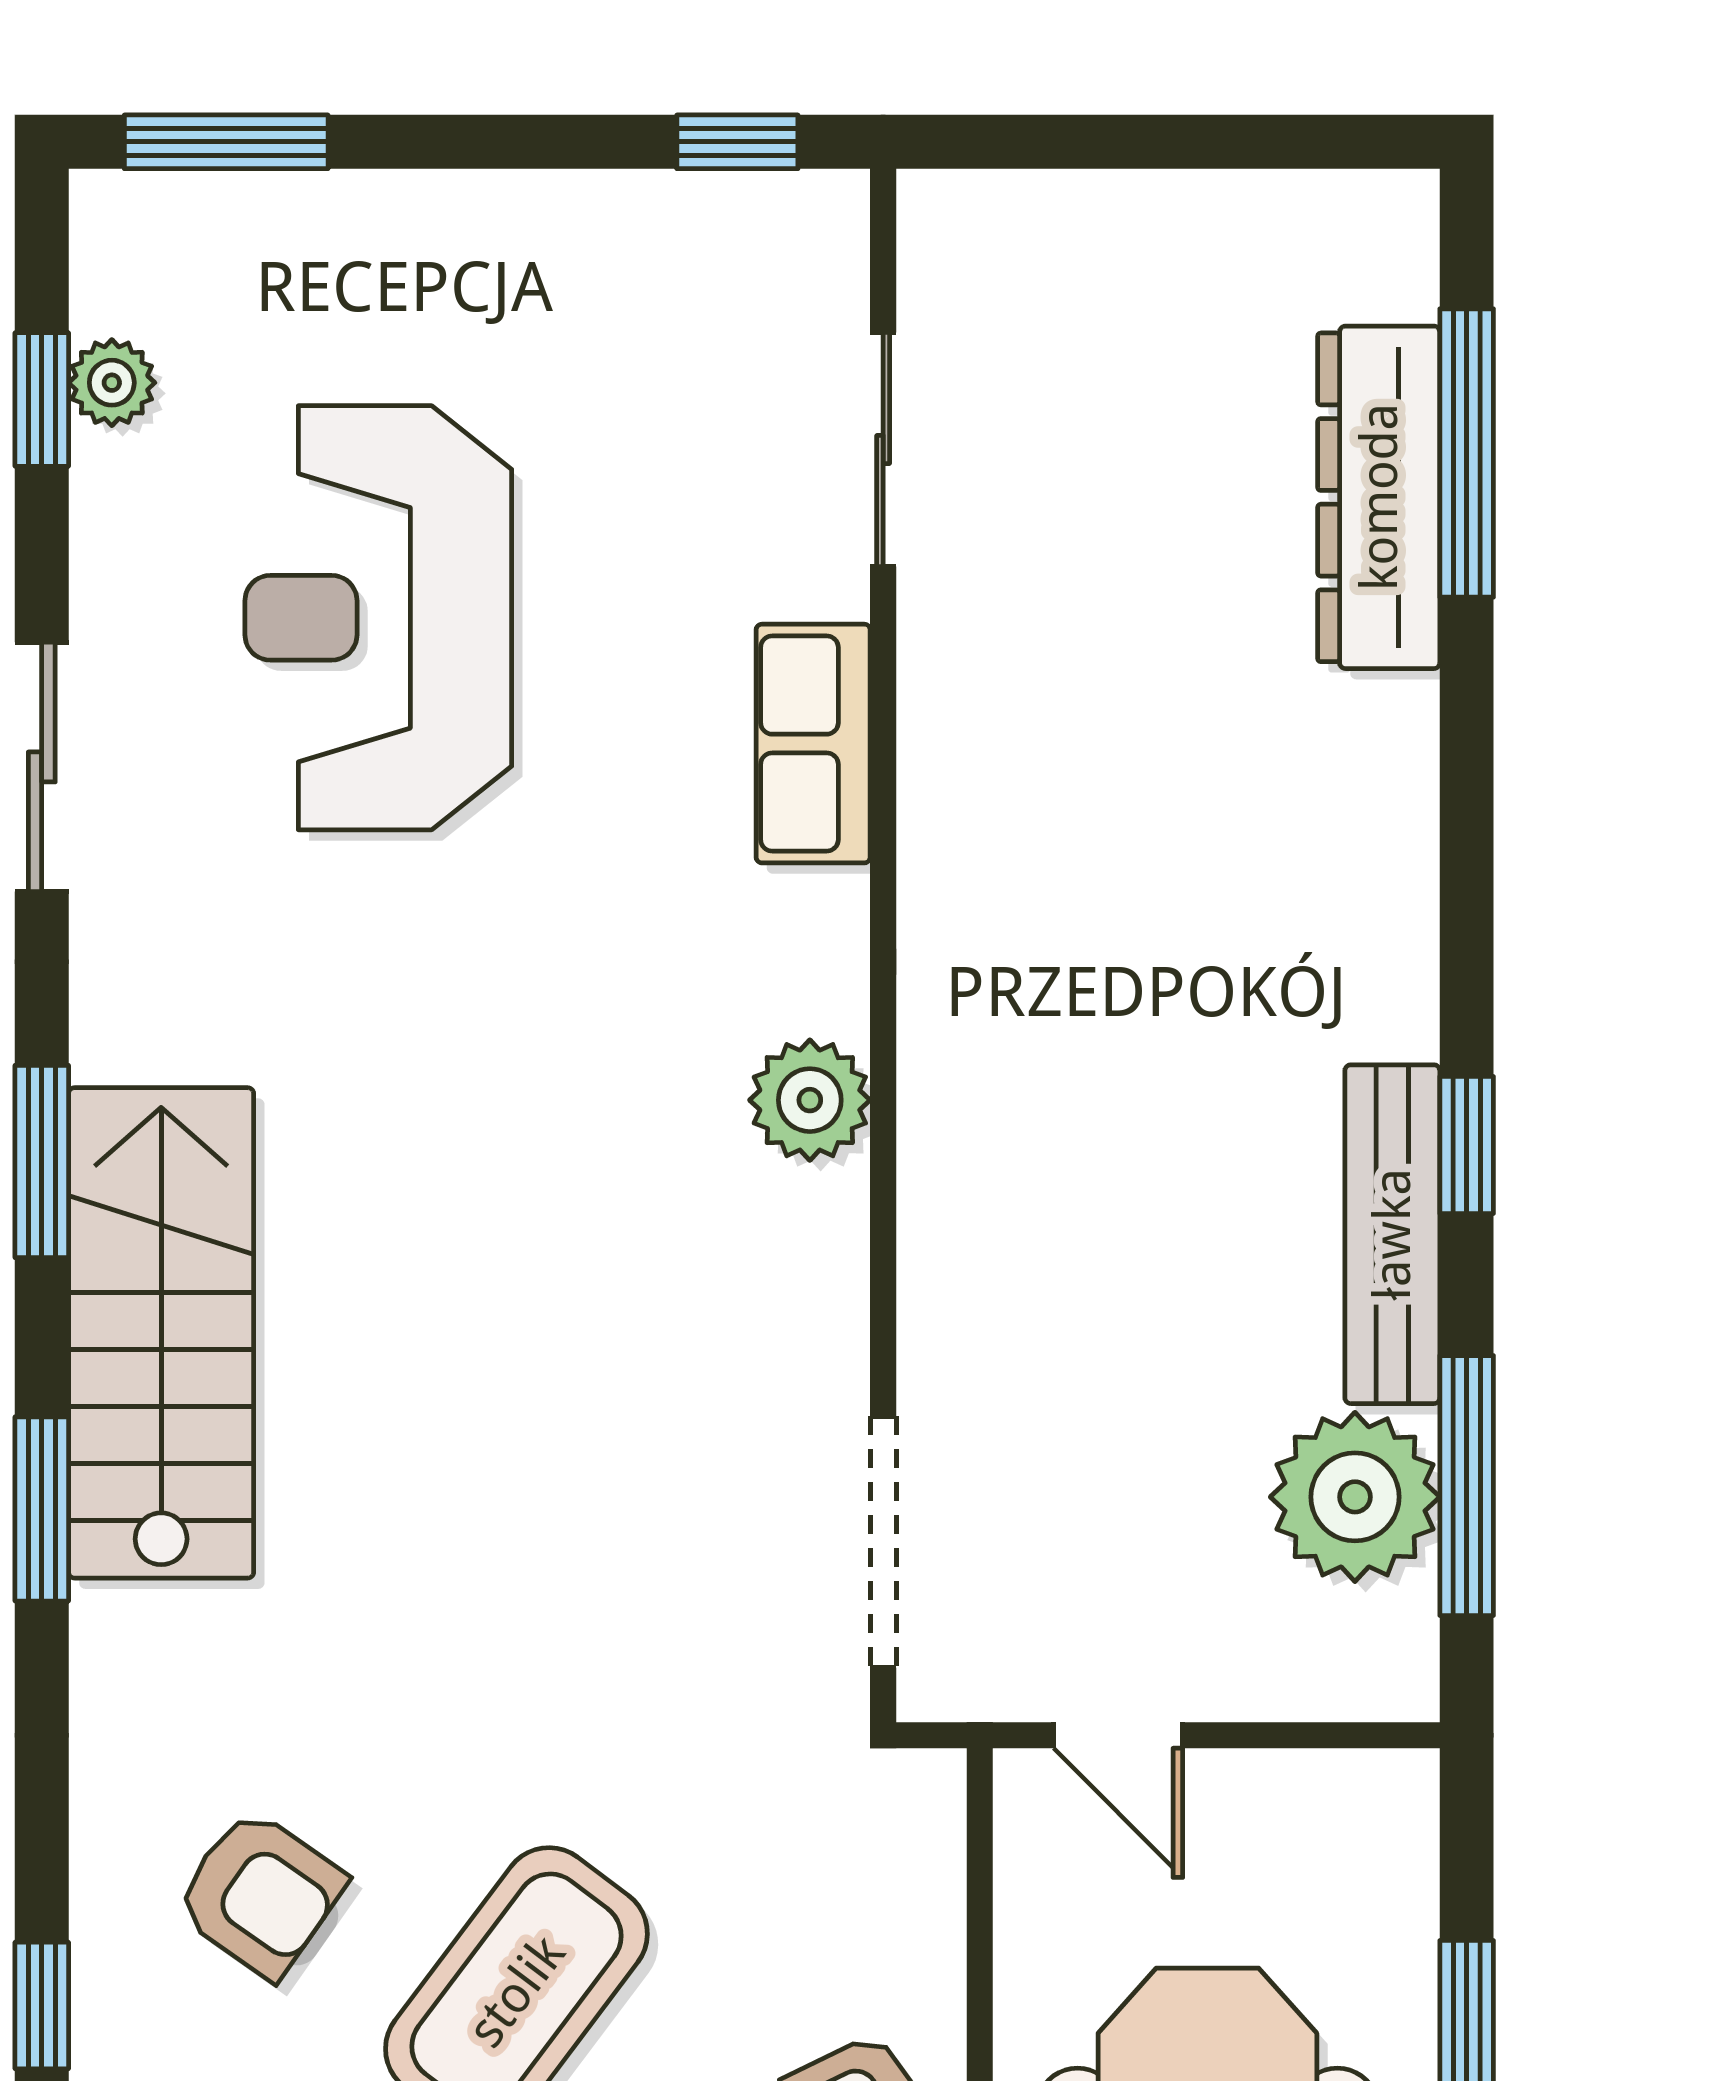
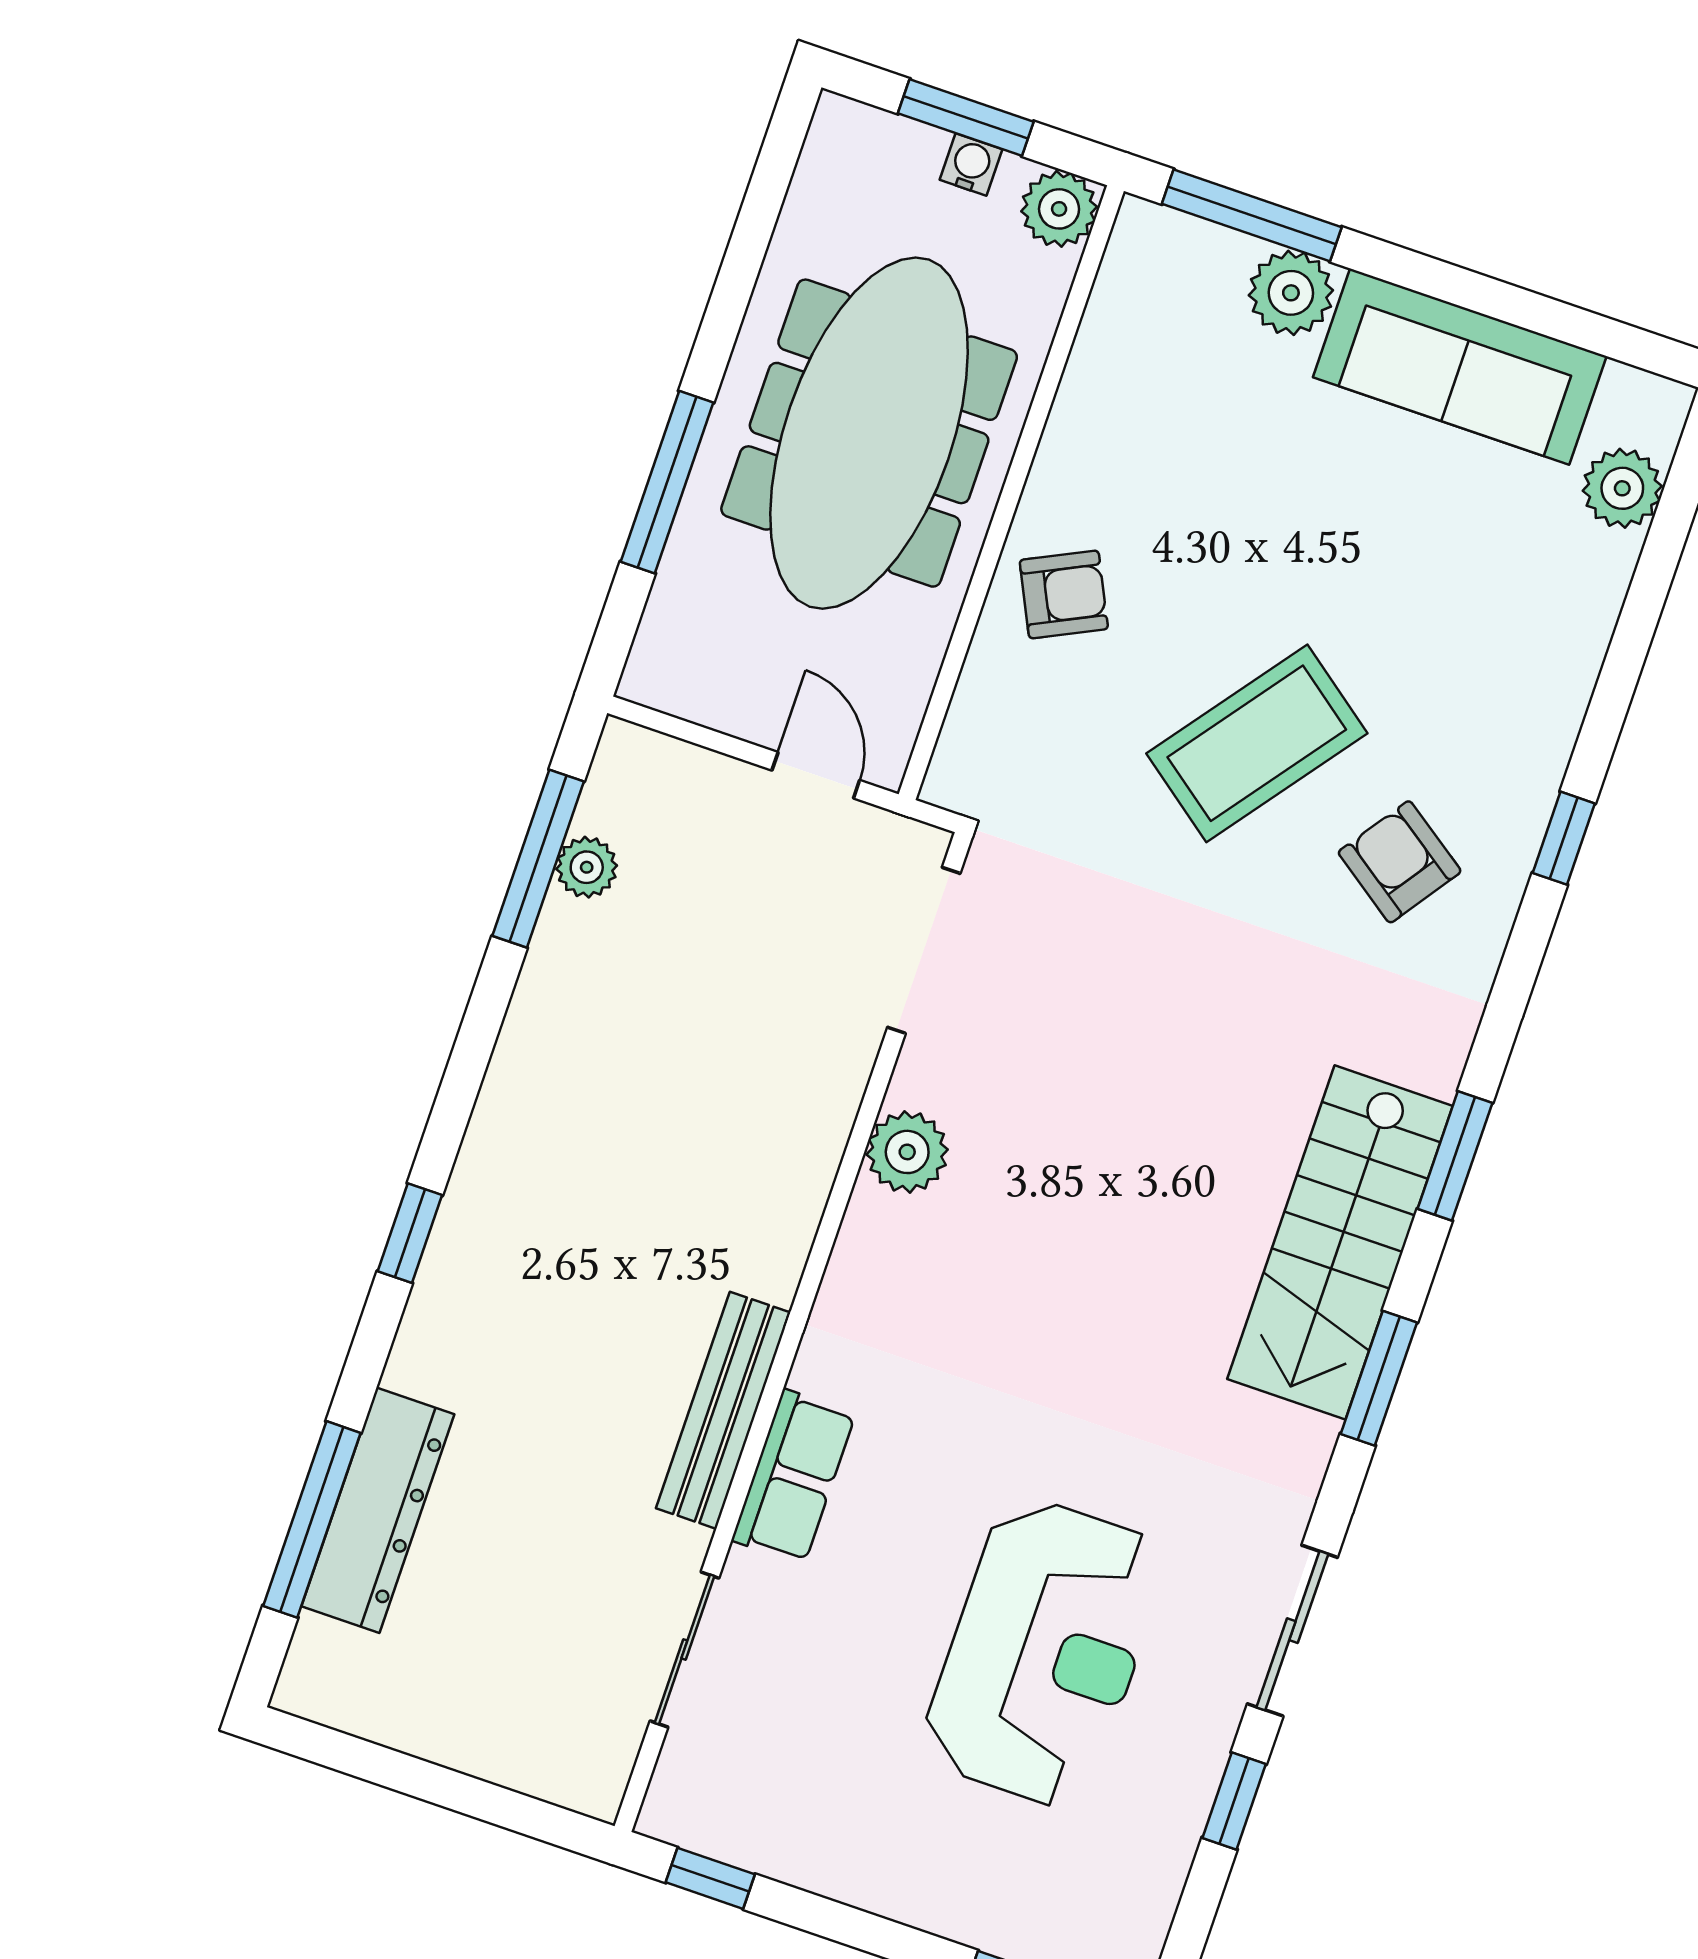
plant: (112, 383) -> (1163, 1861), removed
window: (42, 399) -> (1234, 1801), moved
plant: (810, 1100) -> (907, 1152), moved
window: (1467, 1145) -> (410, 1233), moved
bench: (1392, 1234) -> (723, 1410), moved
plant: (1355, 1497) -> (587, 867), width x0.53, depth x0.53

